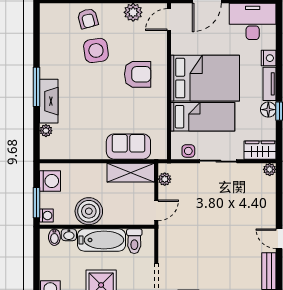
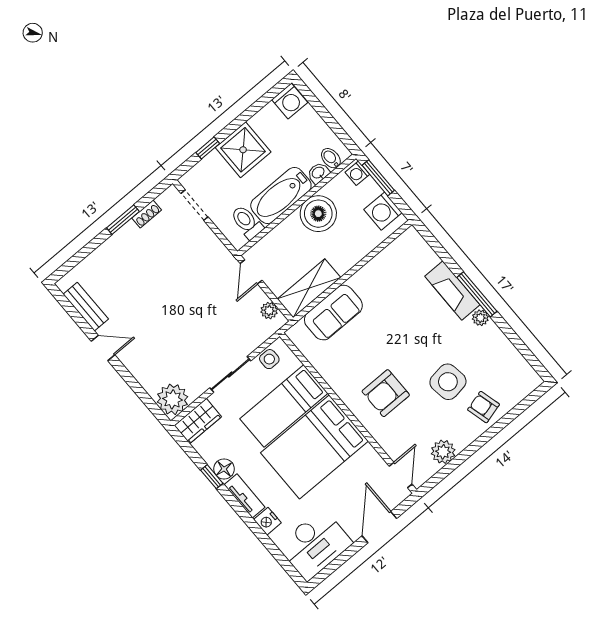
plant: (46, 131) -> (480, 318), moved
plant: (270, 169) -> (173, 399), width x1.88, depth x1.88

